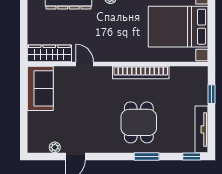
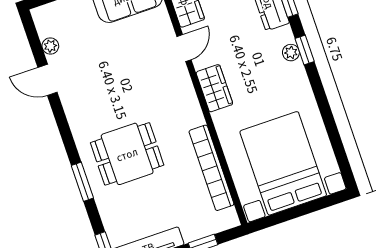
wardrobe: (116, 54) -> (214, 88), added
bookcase: (141, 73) -> (211, 168), moved

